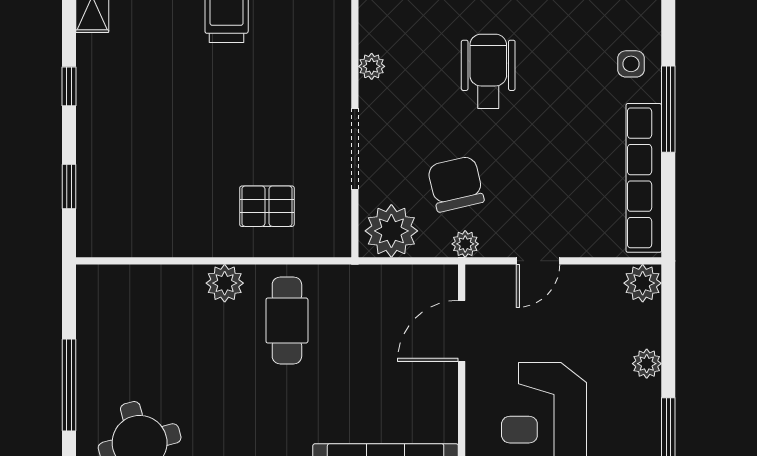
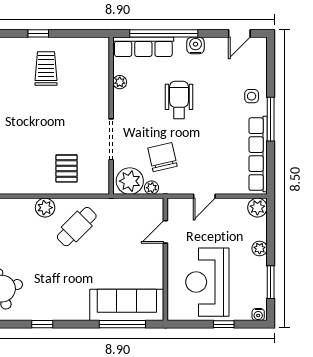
plant: (372, 66) -> (120, 82), moved
pallet: (267, 206) -> (67, 168), turned 90
plant: (465, 244) -> (151, 188), moved
cafe table: (287, 320) -> (77, 227), turned 45
door: (462, 331) -> (165, 232), width x0.73

